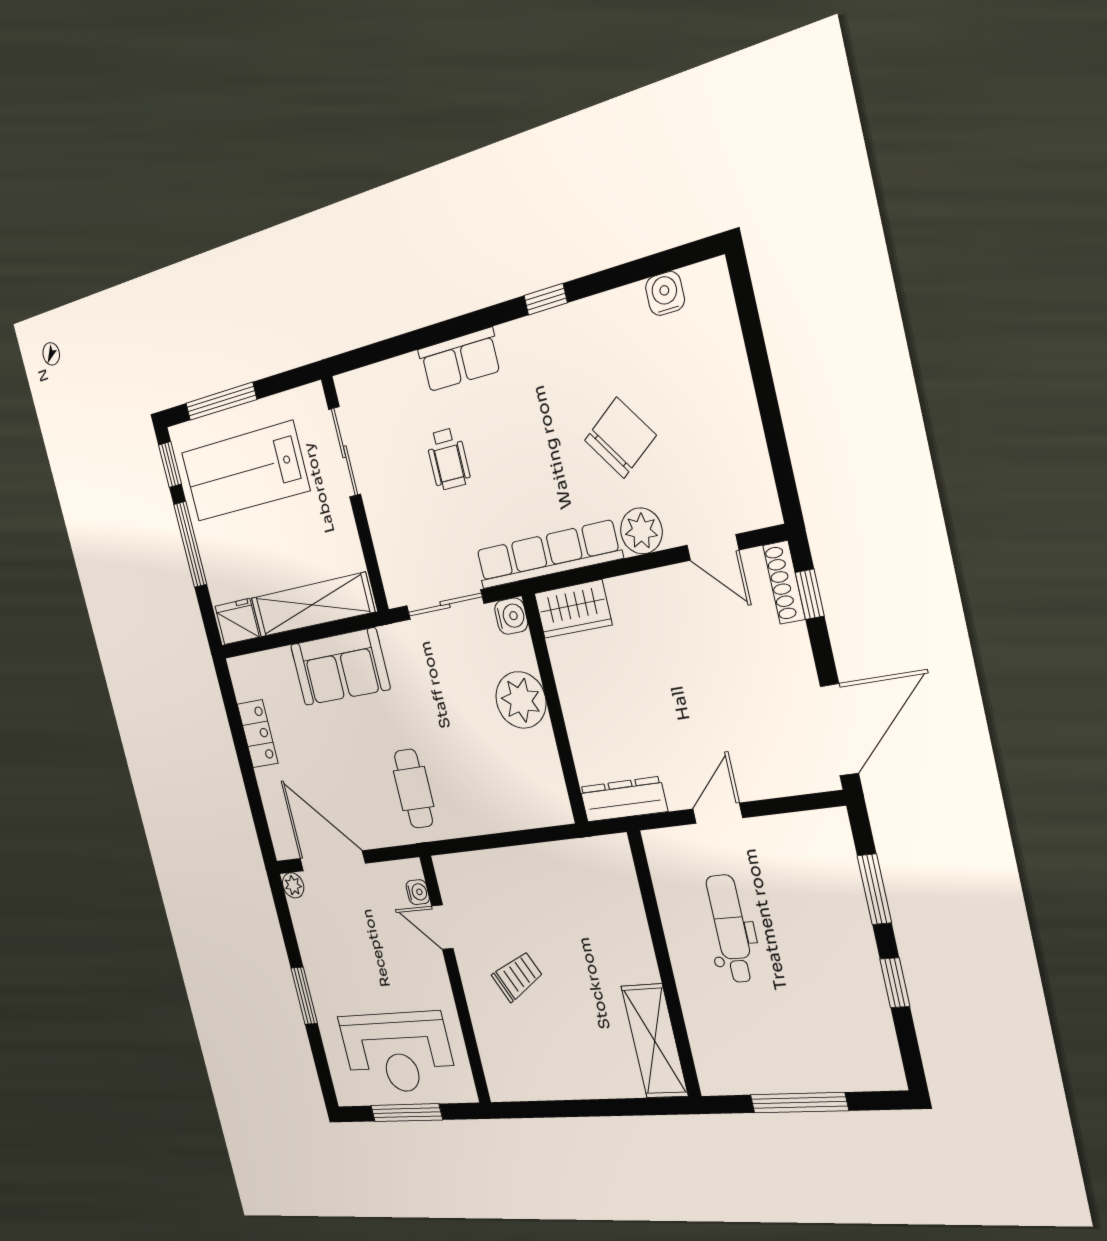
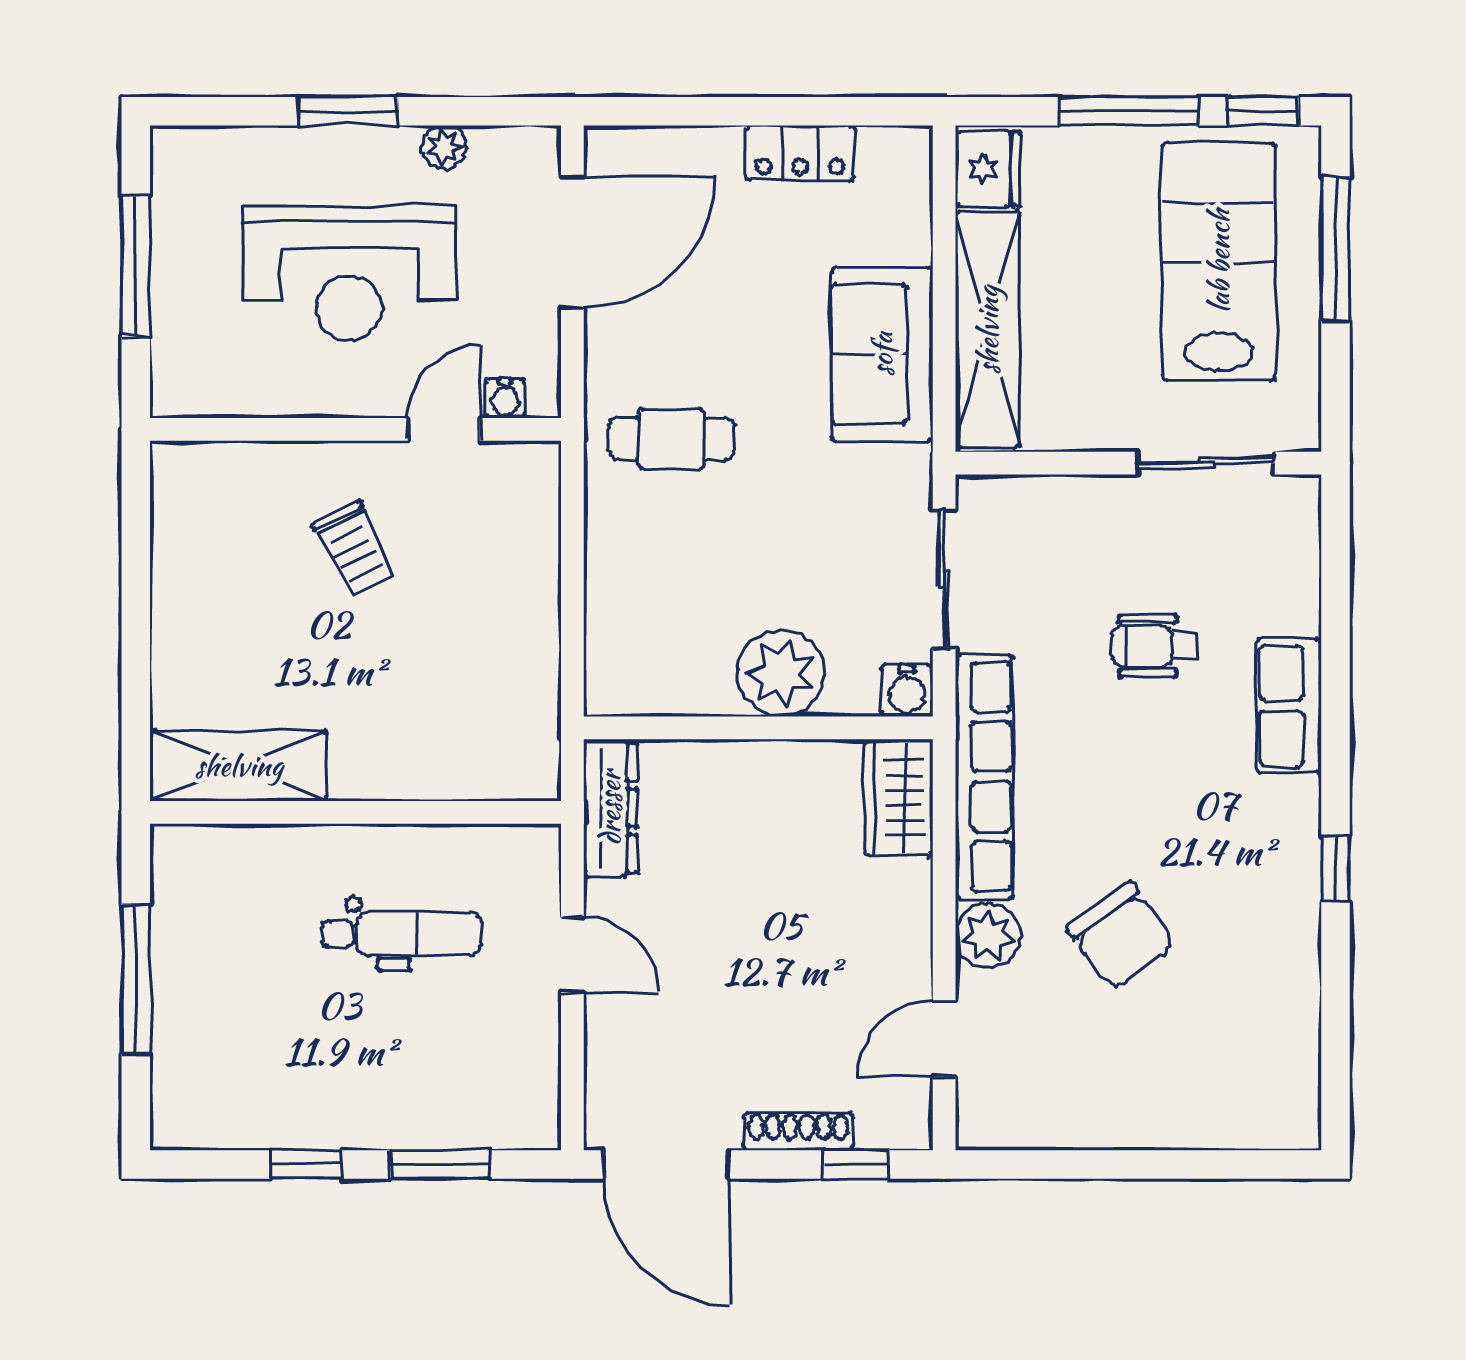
water cooler: (665, 293) -> (1295, 1052), removed
shoe rack: (784, 582) -> (798, 1132), moved
plant: (293, 885) -> (444, 147), moved
reception desk: (398, 1052) -> (349, 273), moved, turned -90

